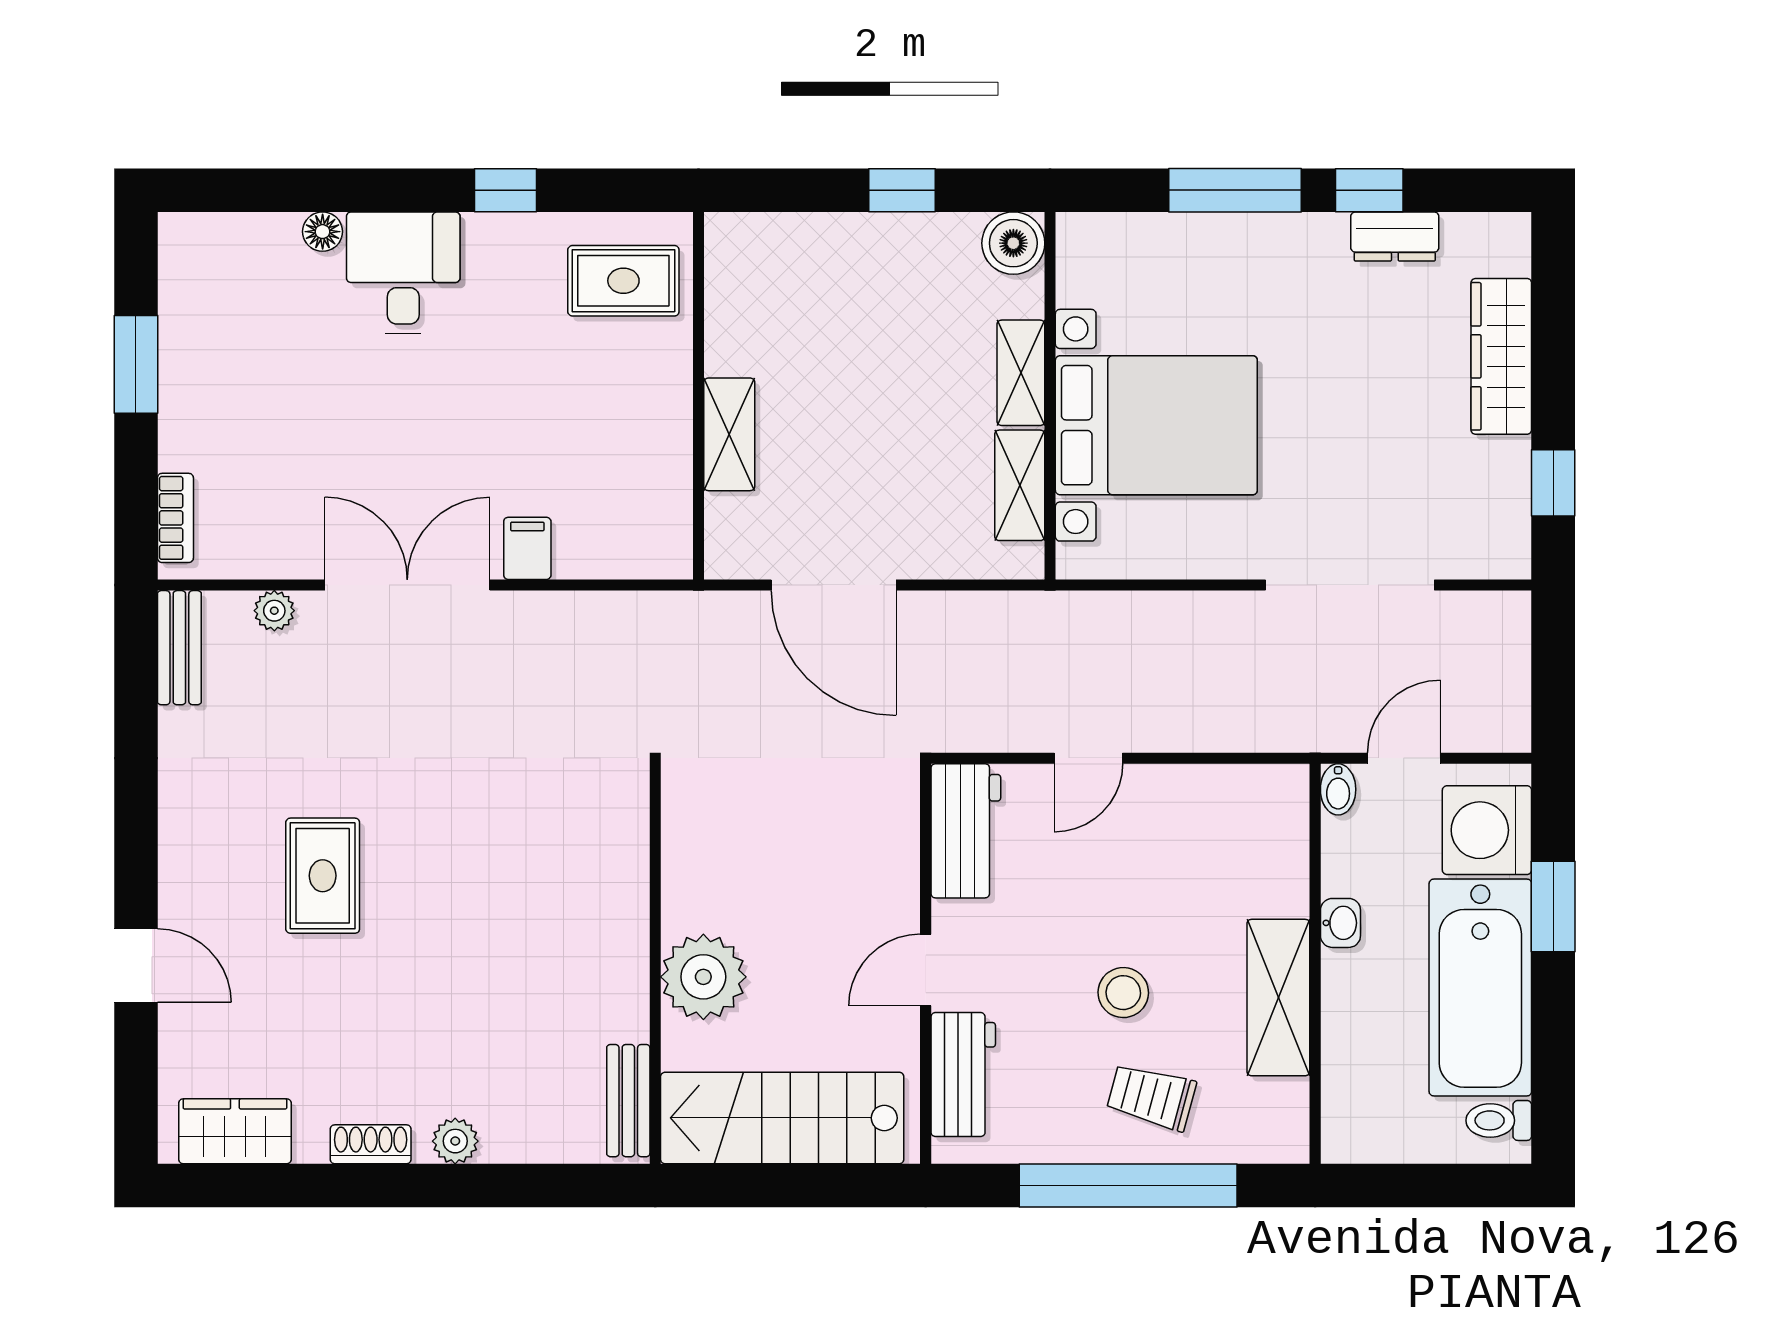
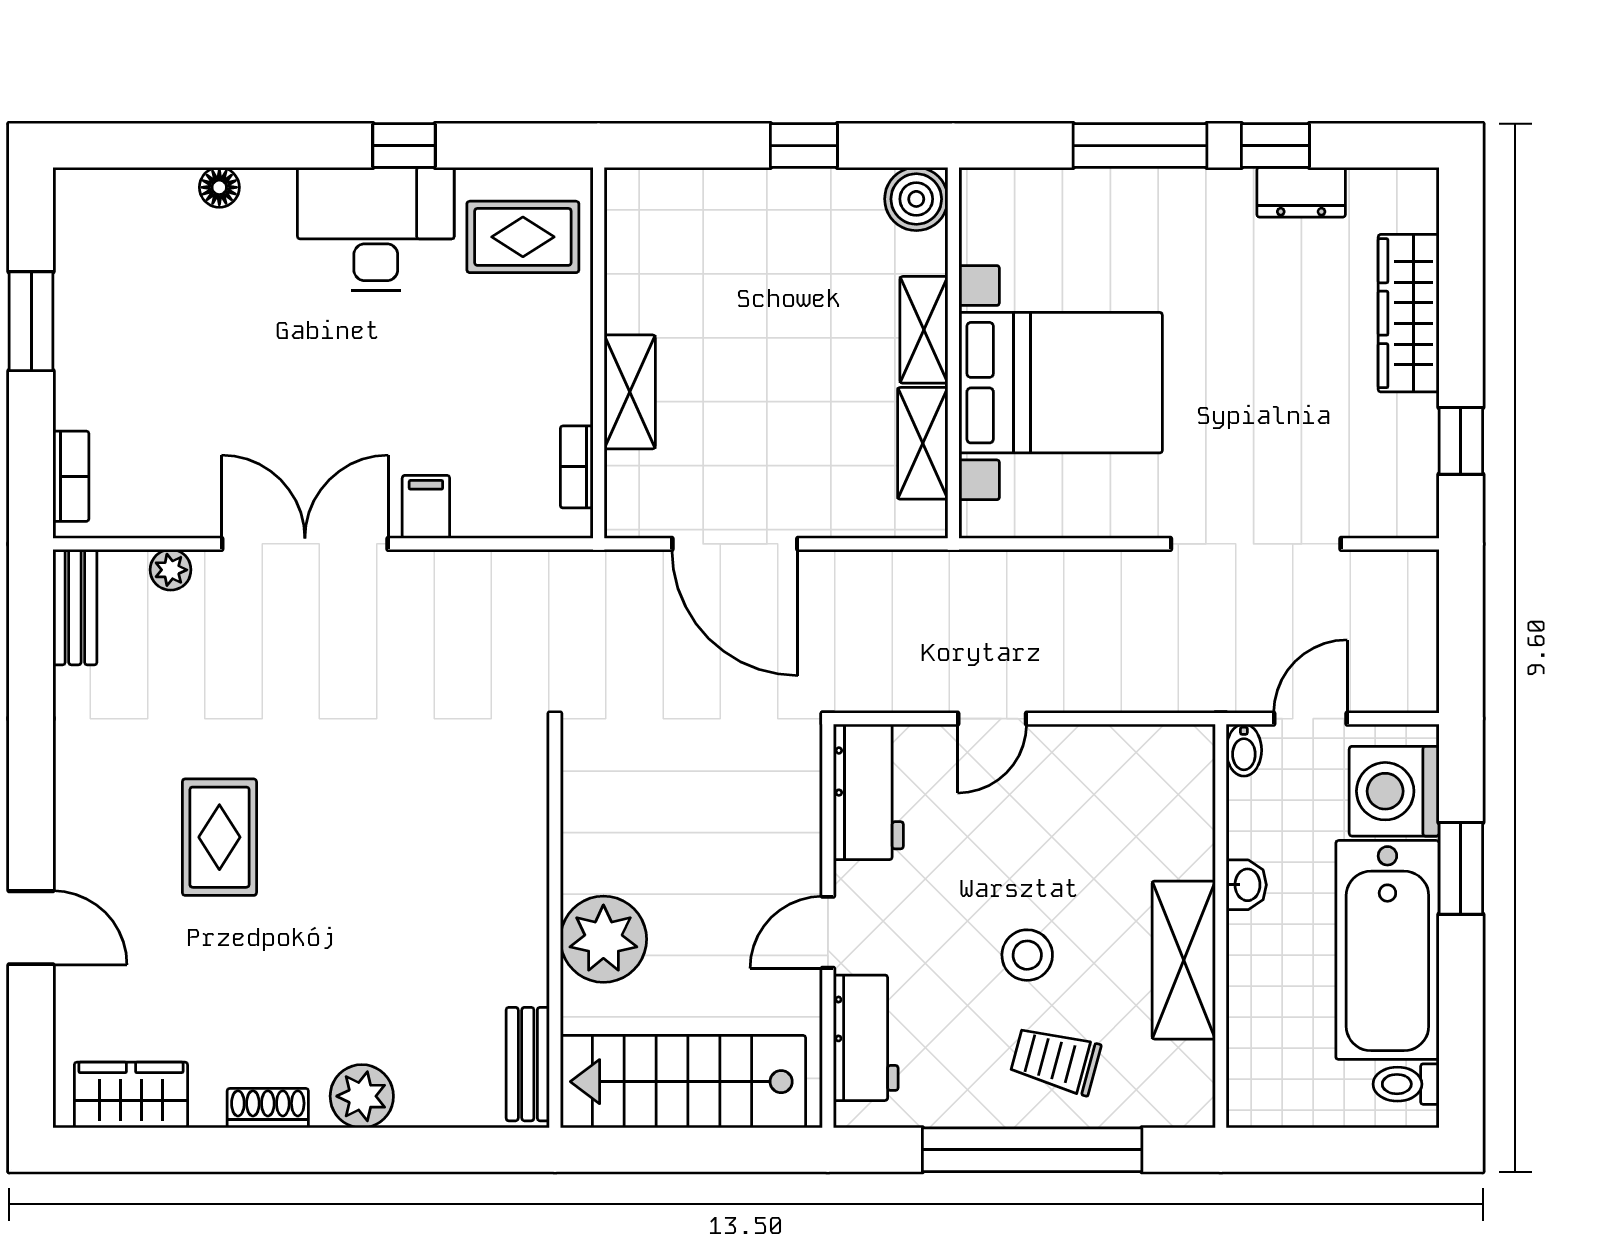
desk: (403, 273) -> (376, 229), moved, width x1.37
bookcase: (677, 509) -> (577, 467), added
plant: (455, 1141) -> (362, 1096), width x1.38, depth x1.38

